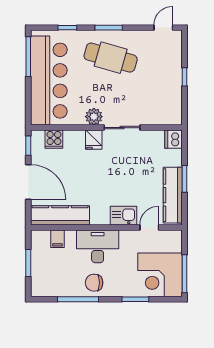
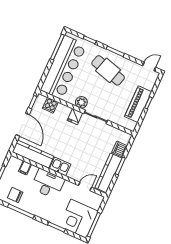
piano: (171, 85) -> (138, 104), added
dishwasher: (173, 139) -> (120, 149), moved
kitchen sink: (123, 216) -> (60, 166), moved
chair: (94, 283) -> (15, 195), moved

